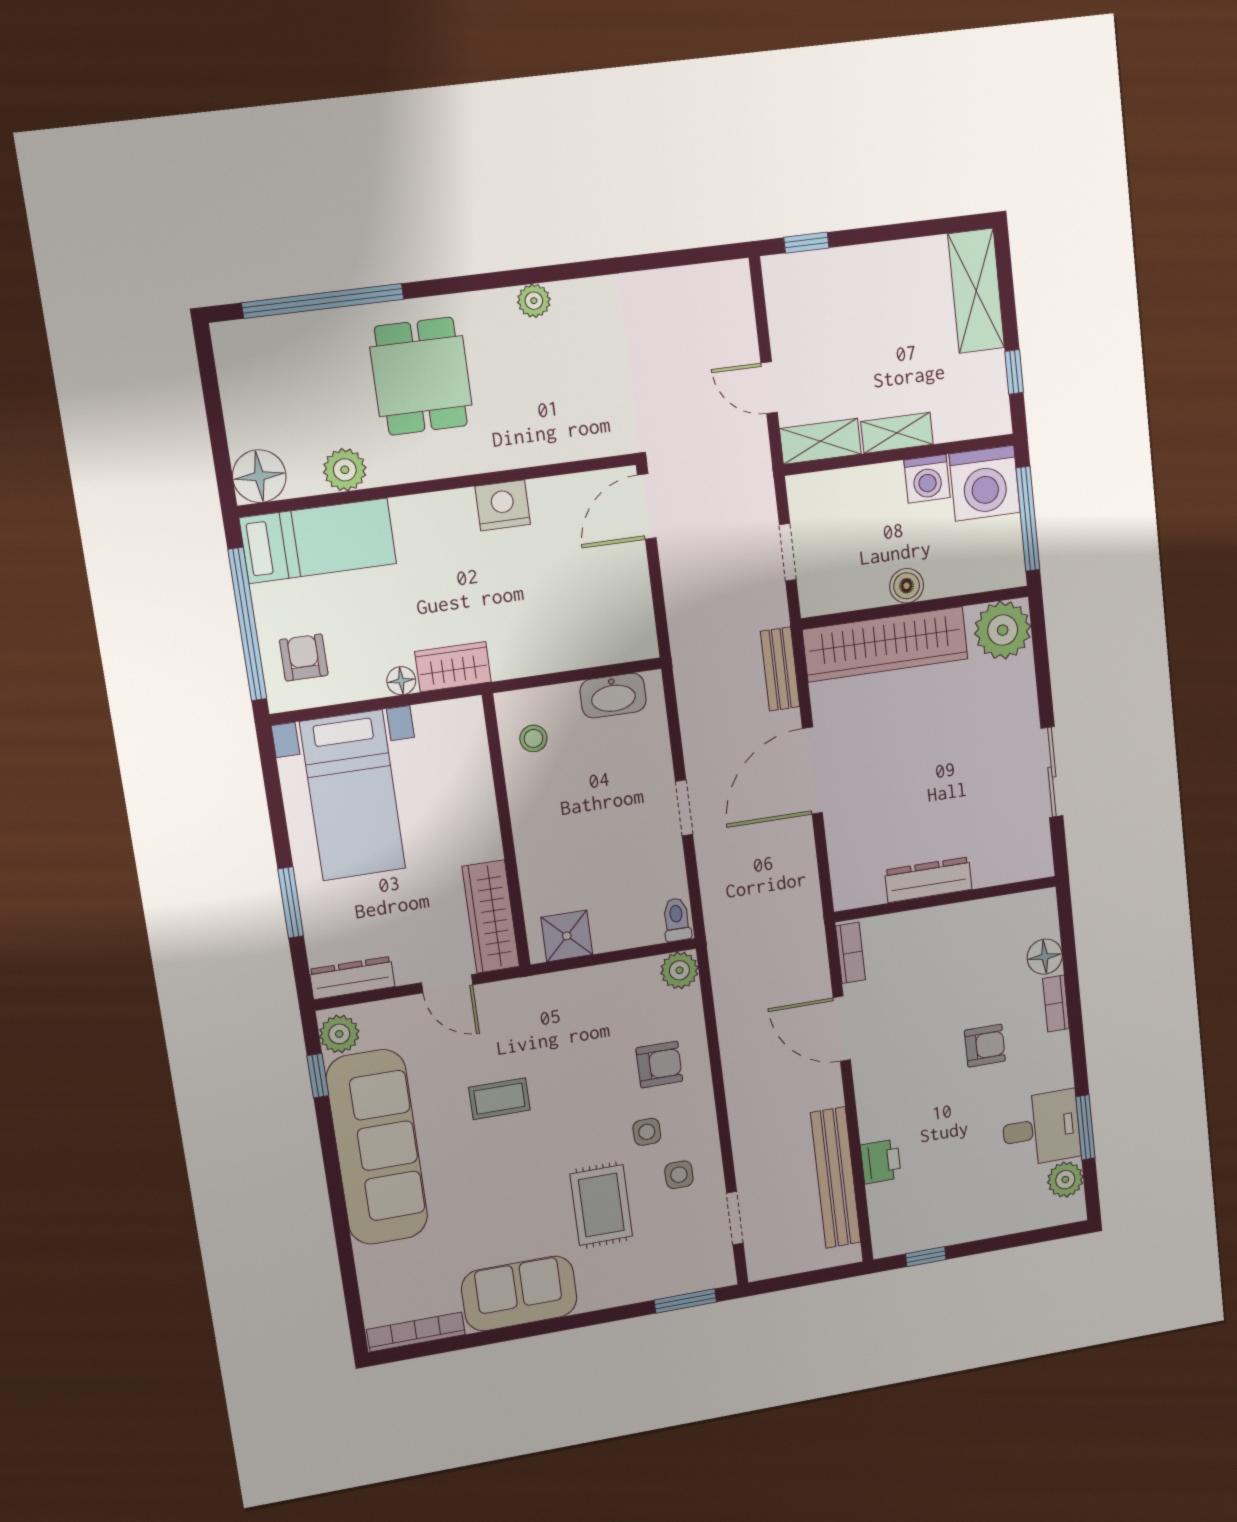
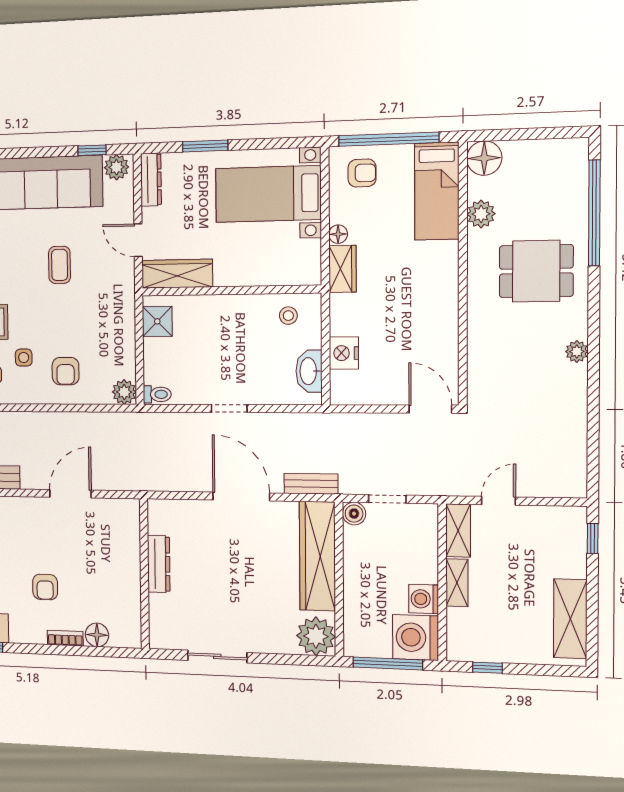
shelving: (976, 291) -> (570, 619), moved, turned 90
nightstand: (503, 505) -> (344, 353), moved, turned 180
boiler: (907, 586) -> (354, 514), moved
bookcase: (850, 953) -> (119, 506), removed
door: (447, 984) -> (138, 240), hinge flipped

